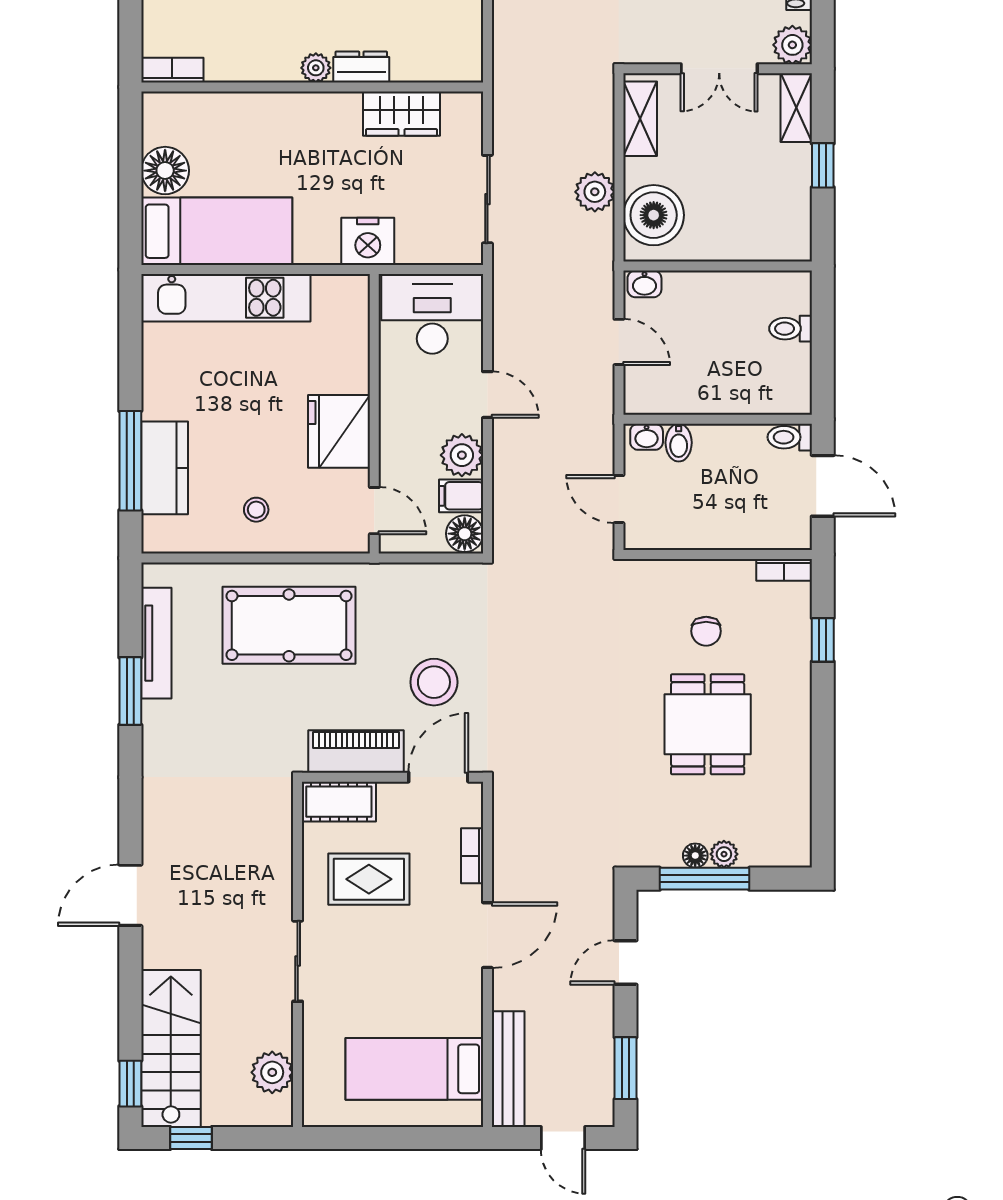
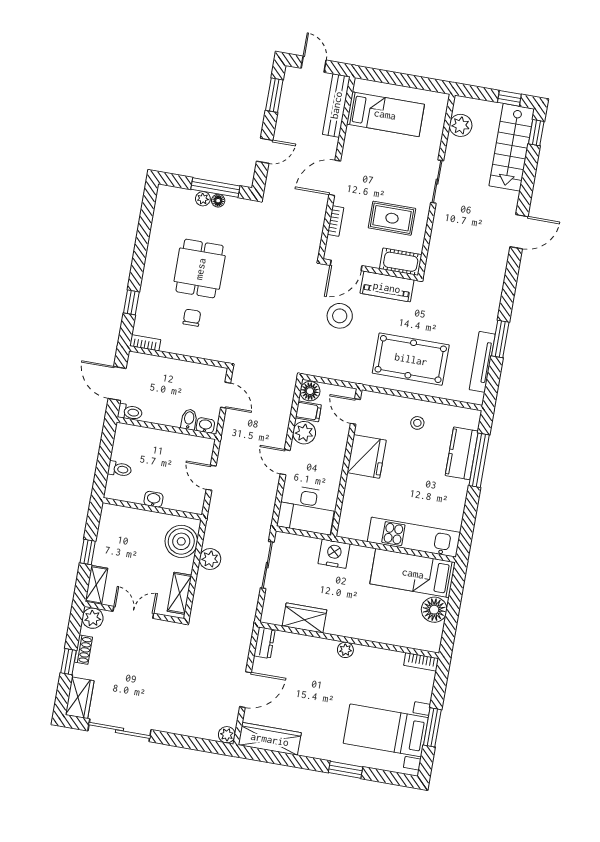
dresser: (361, 67) -> (264, 643), moved, turned -90
washbasin: (644, 284) -> (154, 499), moved

